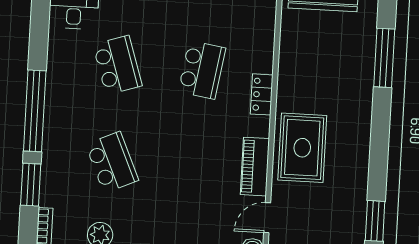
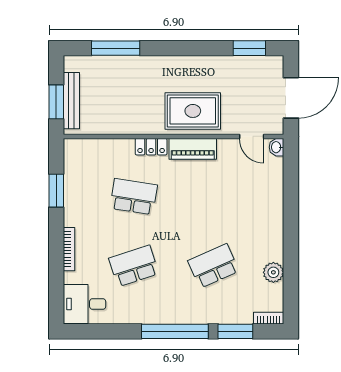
piano: (255, 167) -> (193, 149), moved

